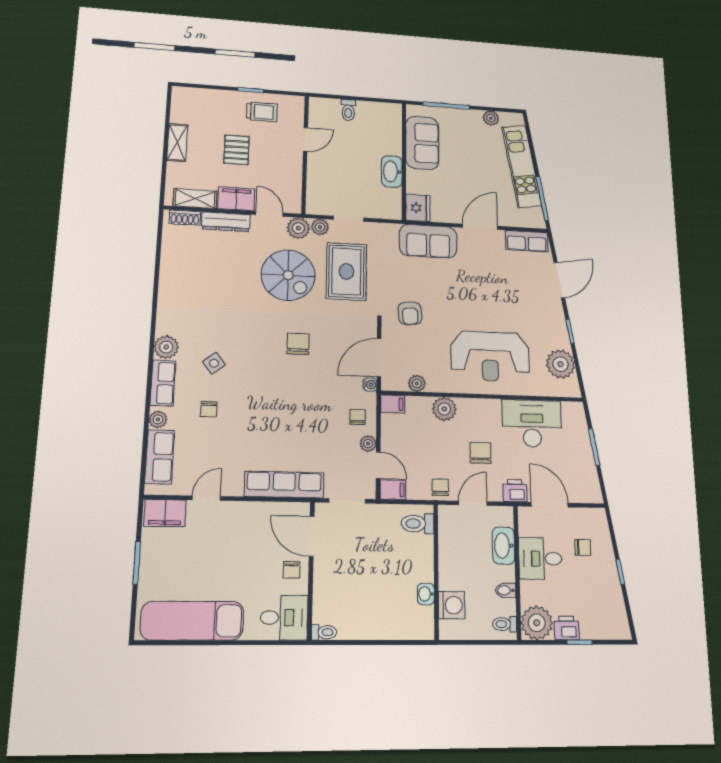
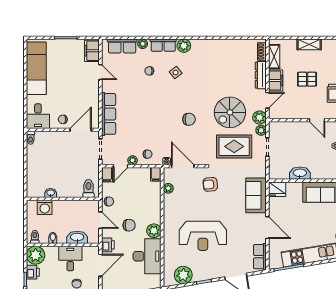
reception desk: (490, 356) -> (203, 236), moved, turned -90
plant: (444, 409) -> (154, 231), moved

